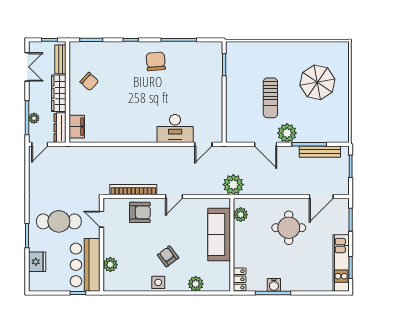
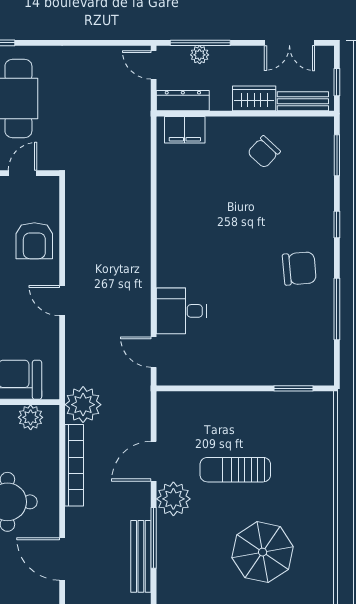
wardrobe: (59, 93) -> (254, 98), width x0.67
desk: (175, 129) -> (181, 311), width x0.73
bookcase: (133, 190) -> (74, 465), moved

